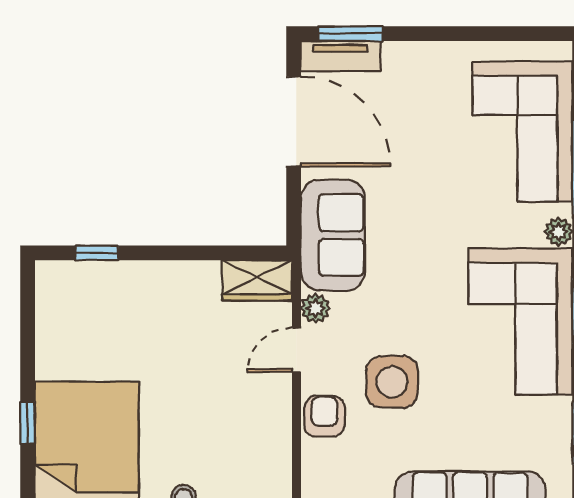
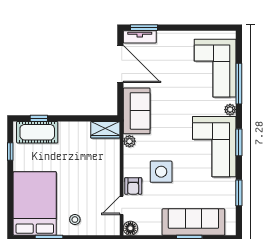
cot: (93, 286) -> (37, 132), added
door: (296, 350) -> (122, 205), moved
armchair: (324, 416) -> (133, 186), turned 180
window: (28, 423) -> (10, 152), moved

